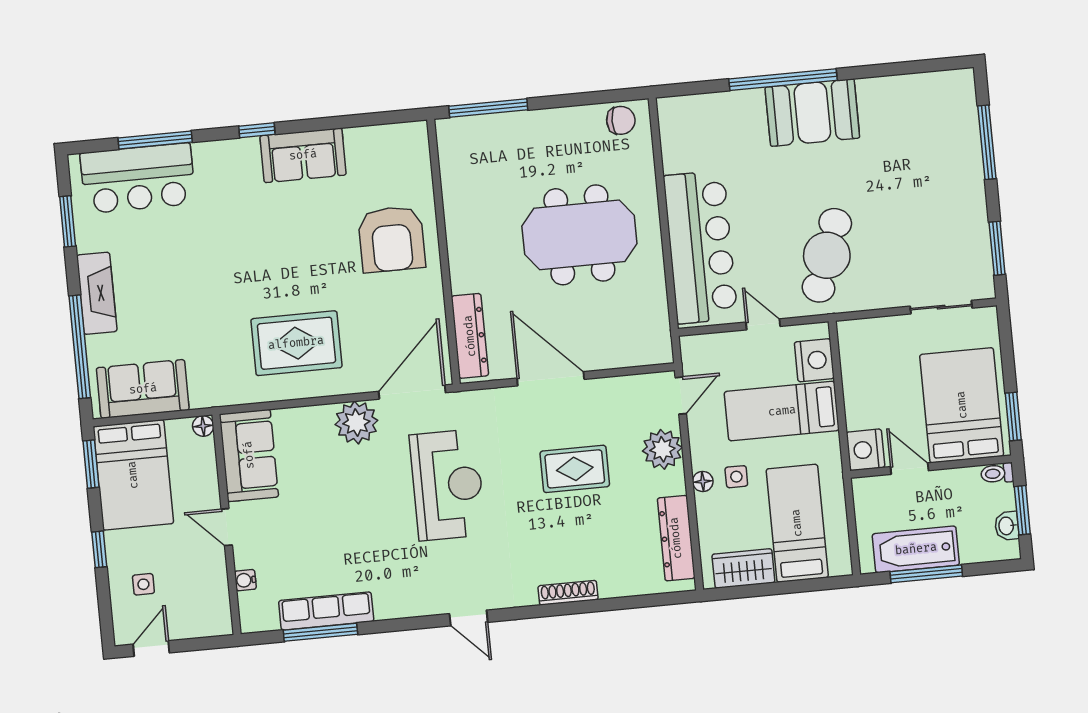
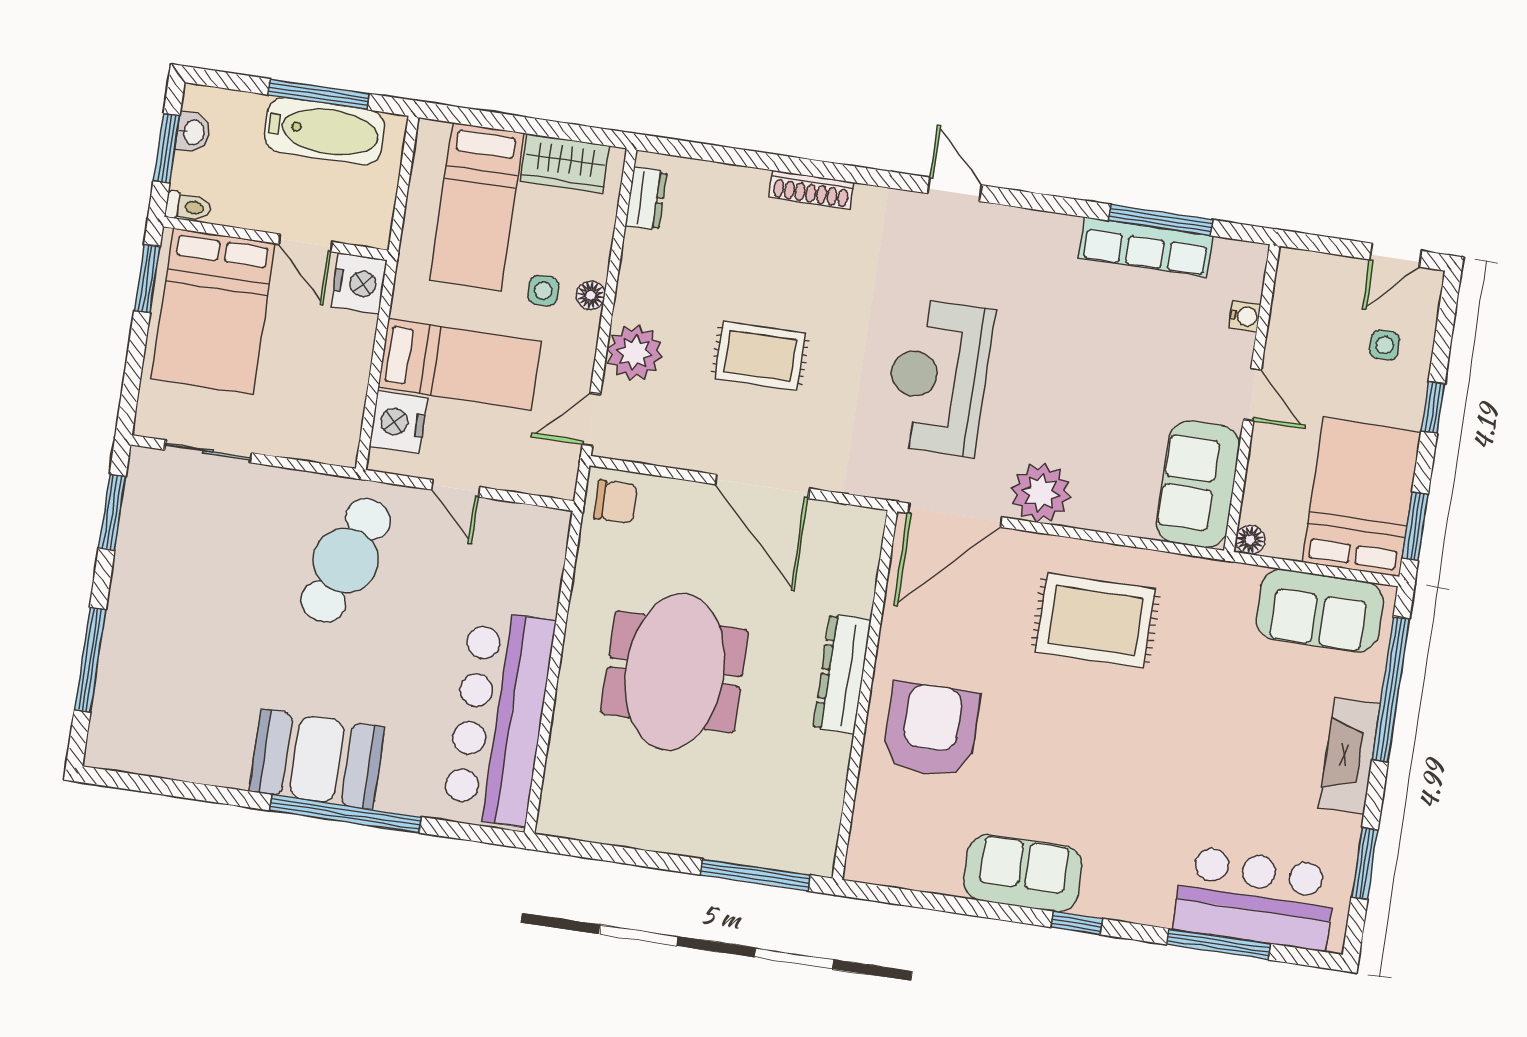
chair: (621, 120) -> (615, 502), moved, turned 180
meeting table: (579, 235) -> (675, 672), turned 90
bar counter: (701, 247) -> (499, 718), moved
dresser: (470, 336) -> (842, 674), moved
dresser: (676, 538) -> (646, 198), width x0.51, depth x0.80

